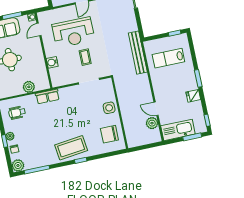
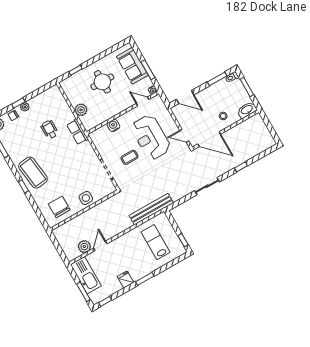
wheelchair: (17, 113) -> (50, 130), moved

